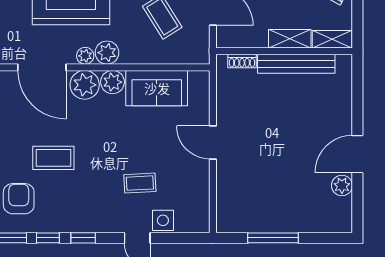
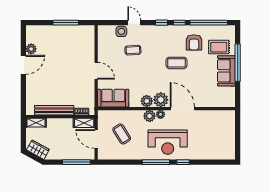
shelving: (290, 39) -> (84, 123), moved
sofa: (157, 88) -> (113, 98), moved

